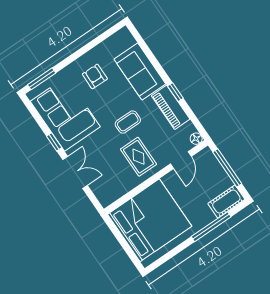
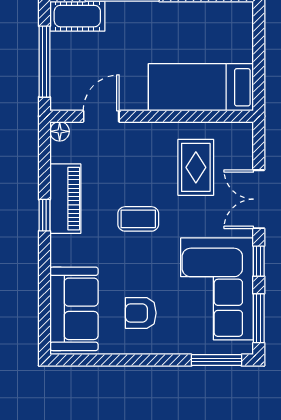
sofa: (140, 72) -> (74, 309), moved
armchair: (95, 76) -> (141, 313), turned 89
window: (35, 114) -> (259, 318), added
rug: (138, 157) -> (196, 167), moved
bed: (150, 220) -> (201, 87), width x0.49

